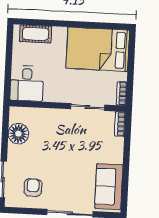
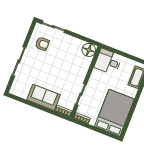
floor lamp: (18, 134) -> (89, 50), moved
sofa: (109, 187) -> (44, 97), moved

